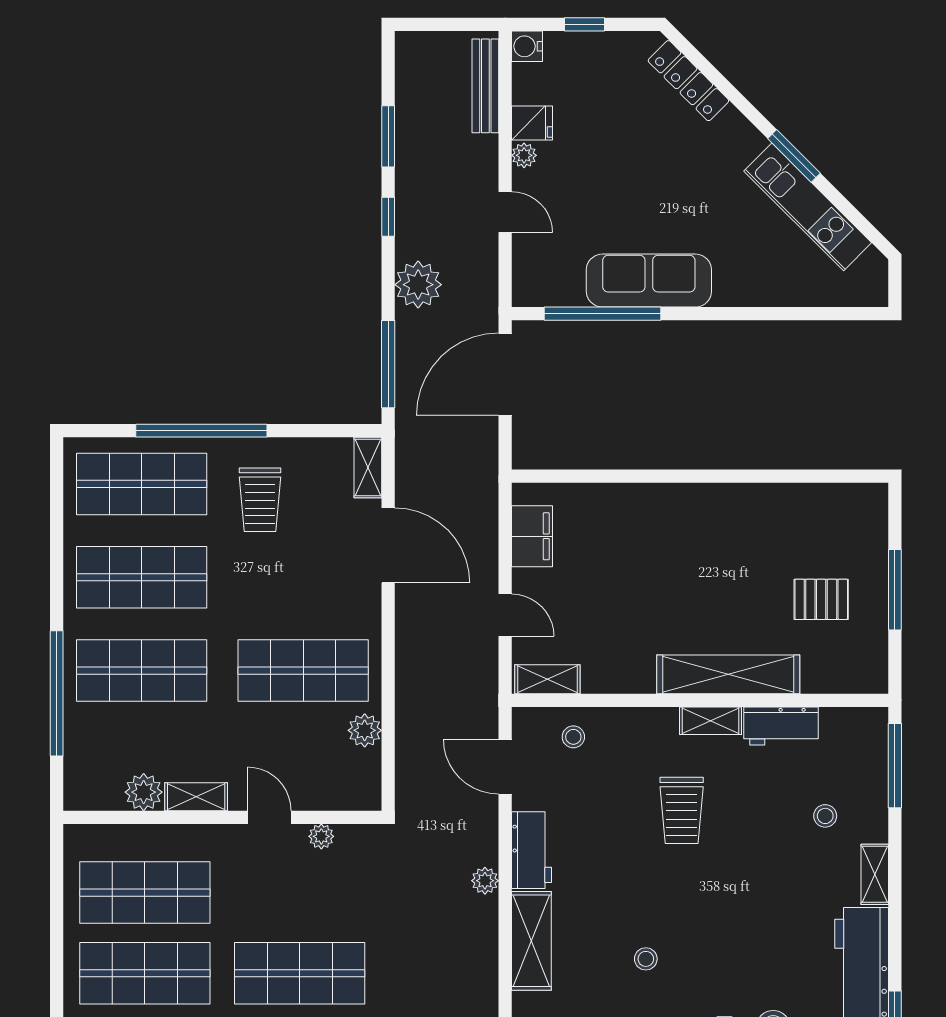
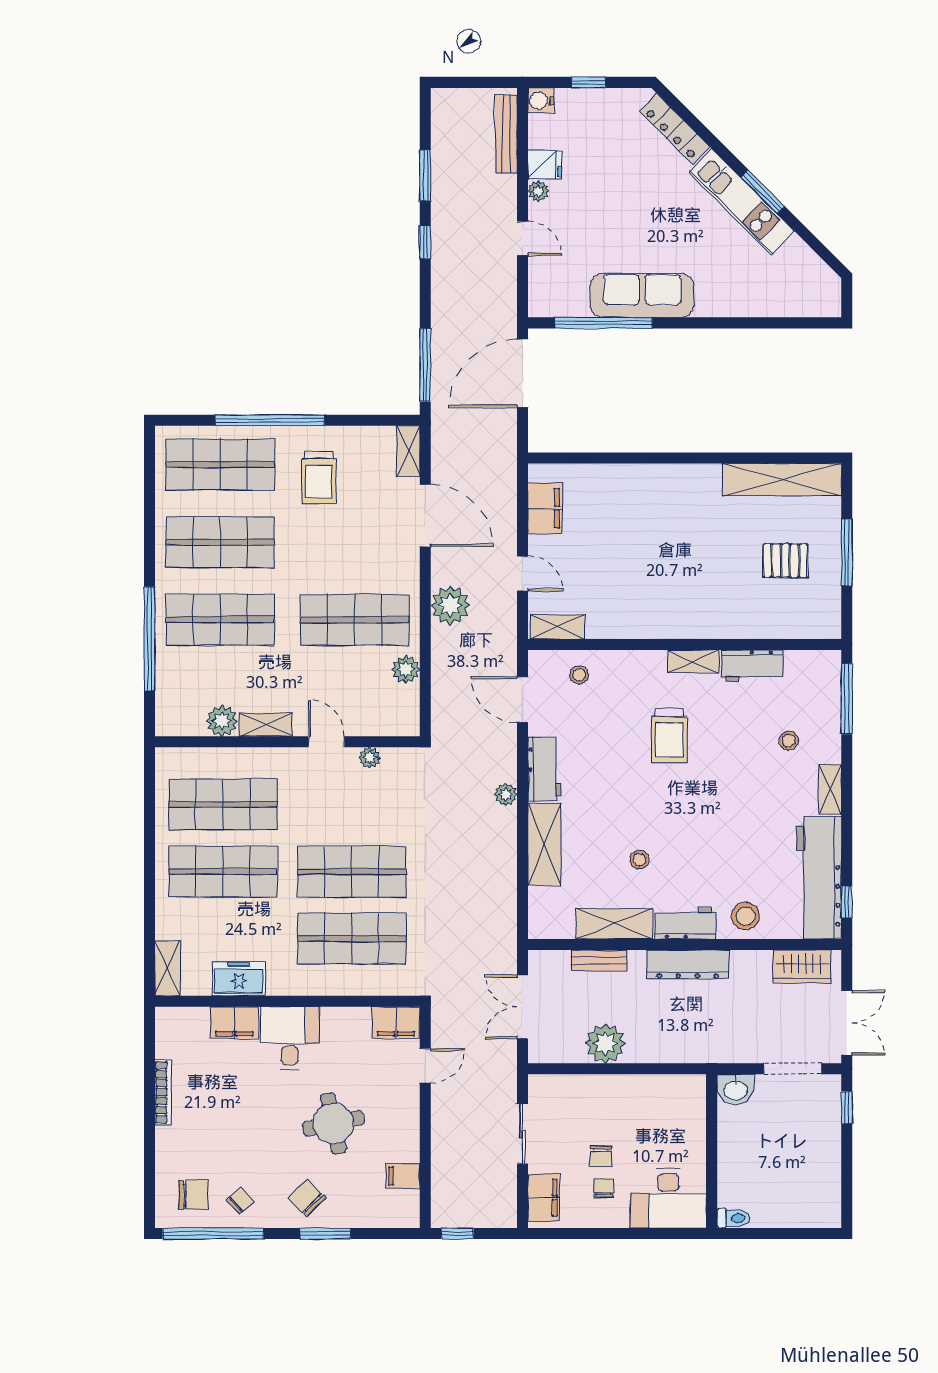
kitchen unit: (808, 207) -> (742, 202), moved
plant: (418, 285) -> (450, 605), moved
shelving: (728, 674) -> (782, 480), moved

